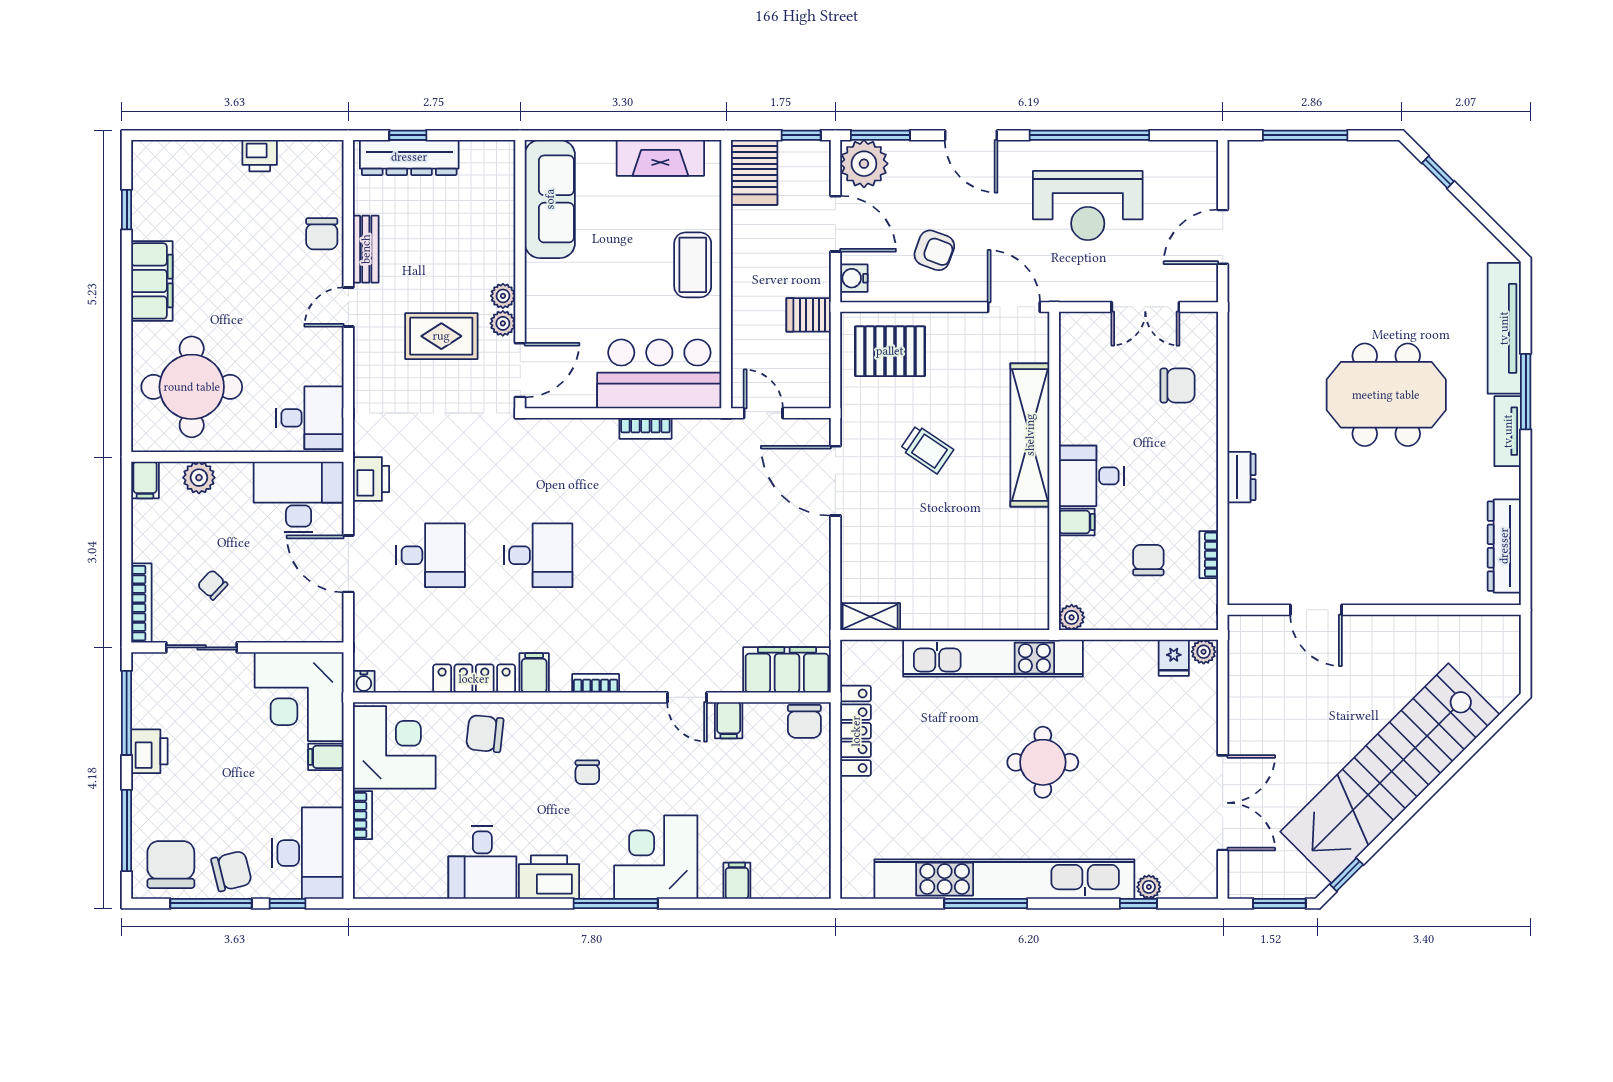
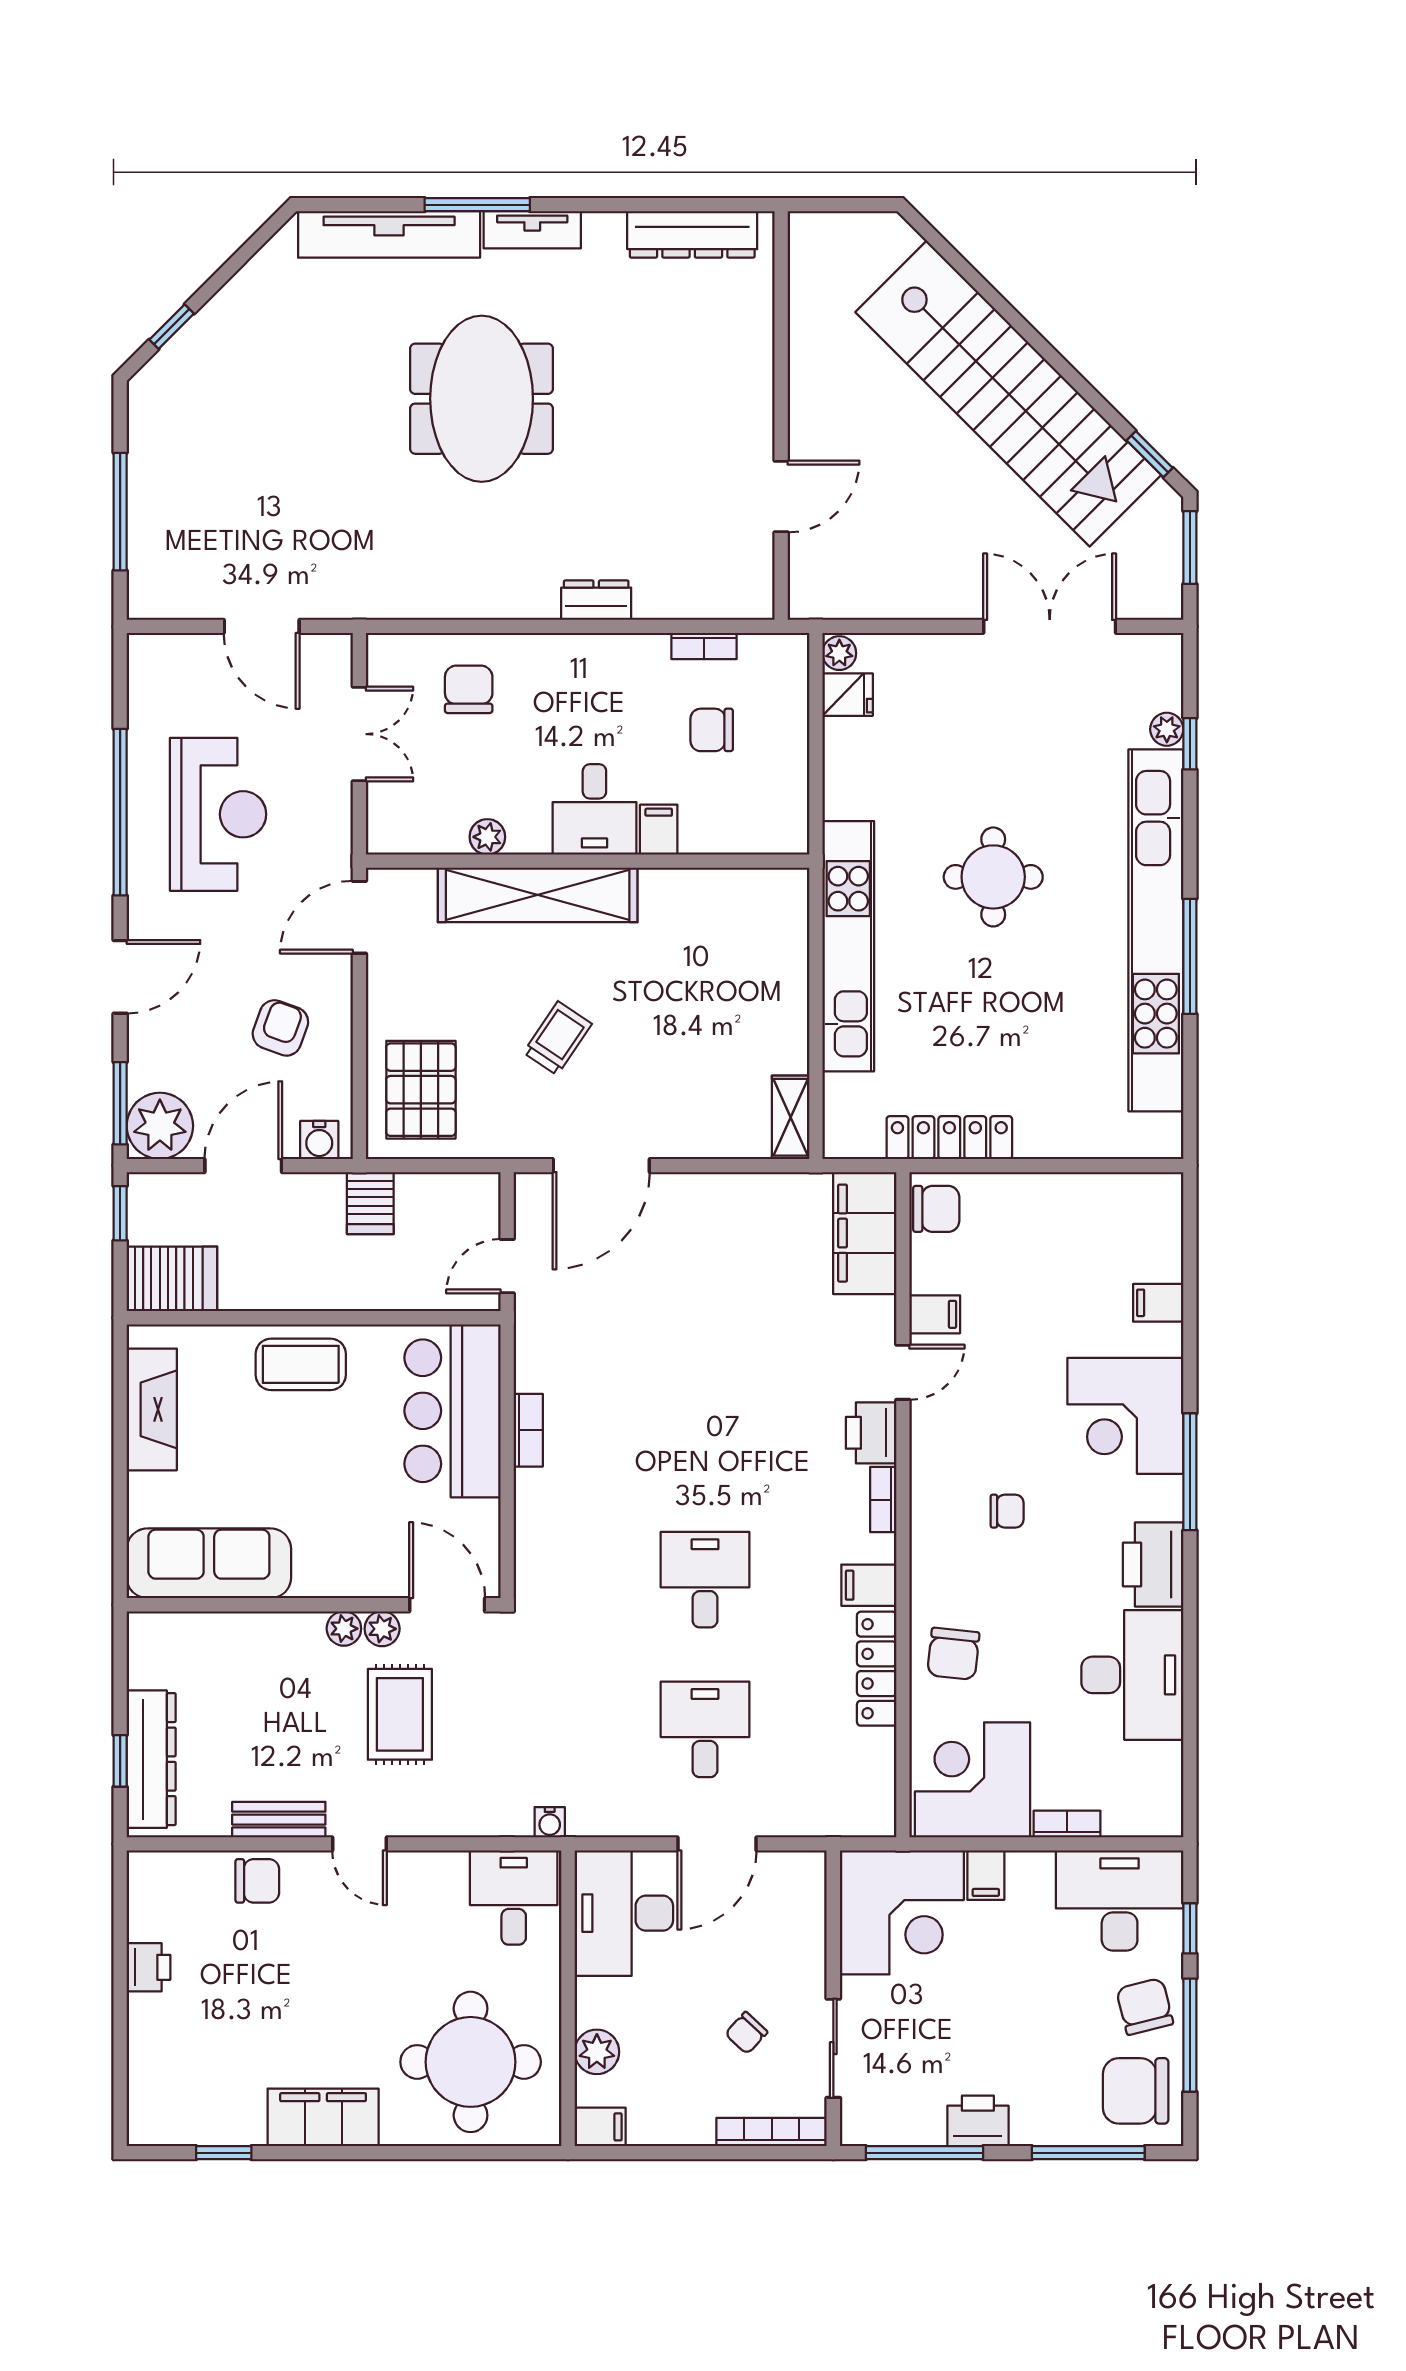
printer: (371, 479) -> (871, 1433), moved, turned -90
plant: (1072, 617) -> (487, 837), moved
water cooler: (364, 682) -> (550, 1822), moved, turned 90
desk: (482, 862) -> (1132, 1675), width x1.37

